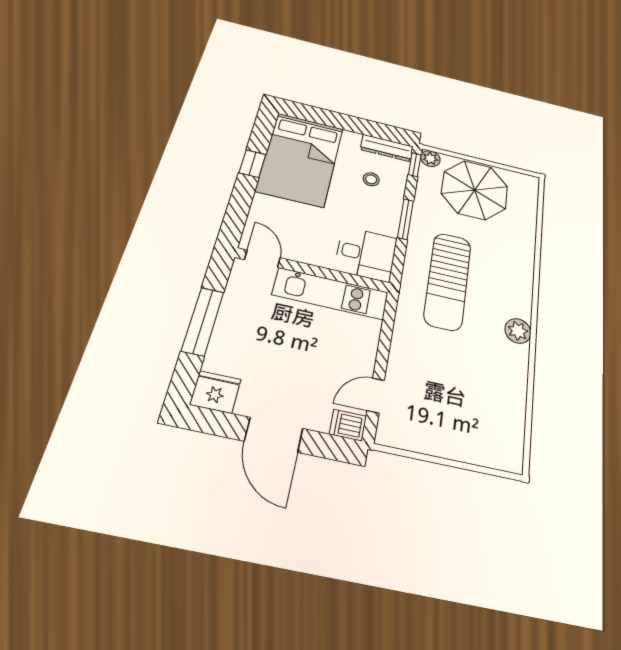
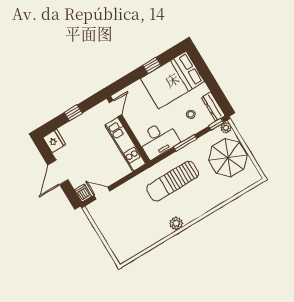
desk: (366, 254) -> (158, 140), width x1.37
window: (203, 321) -> (73, 113), width x0.46

